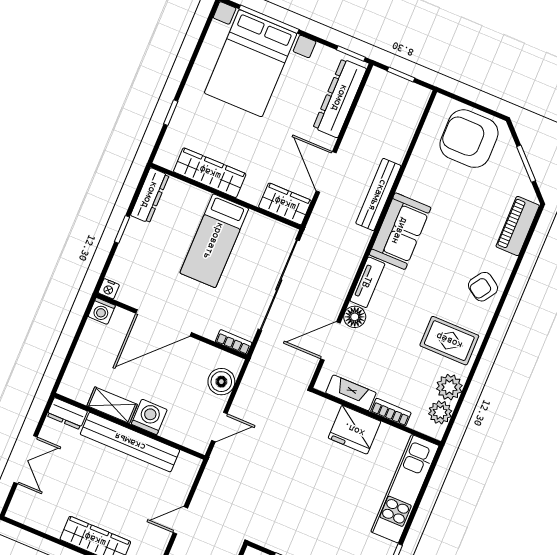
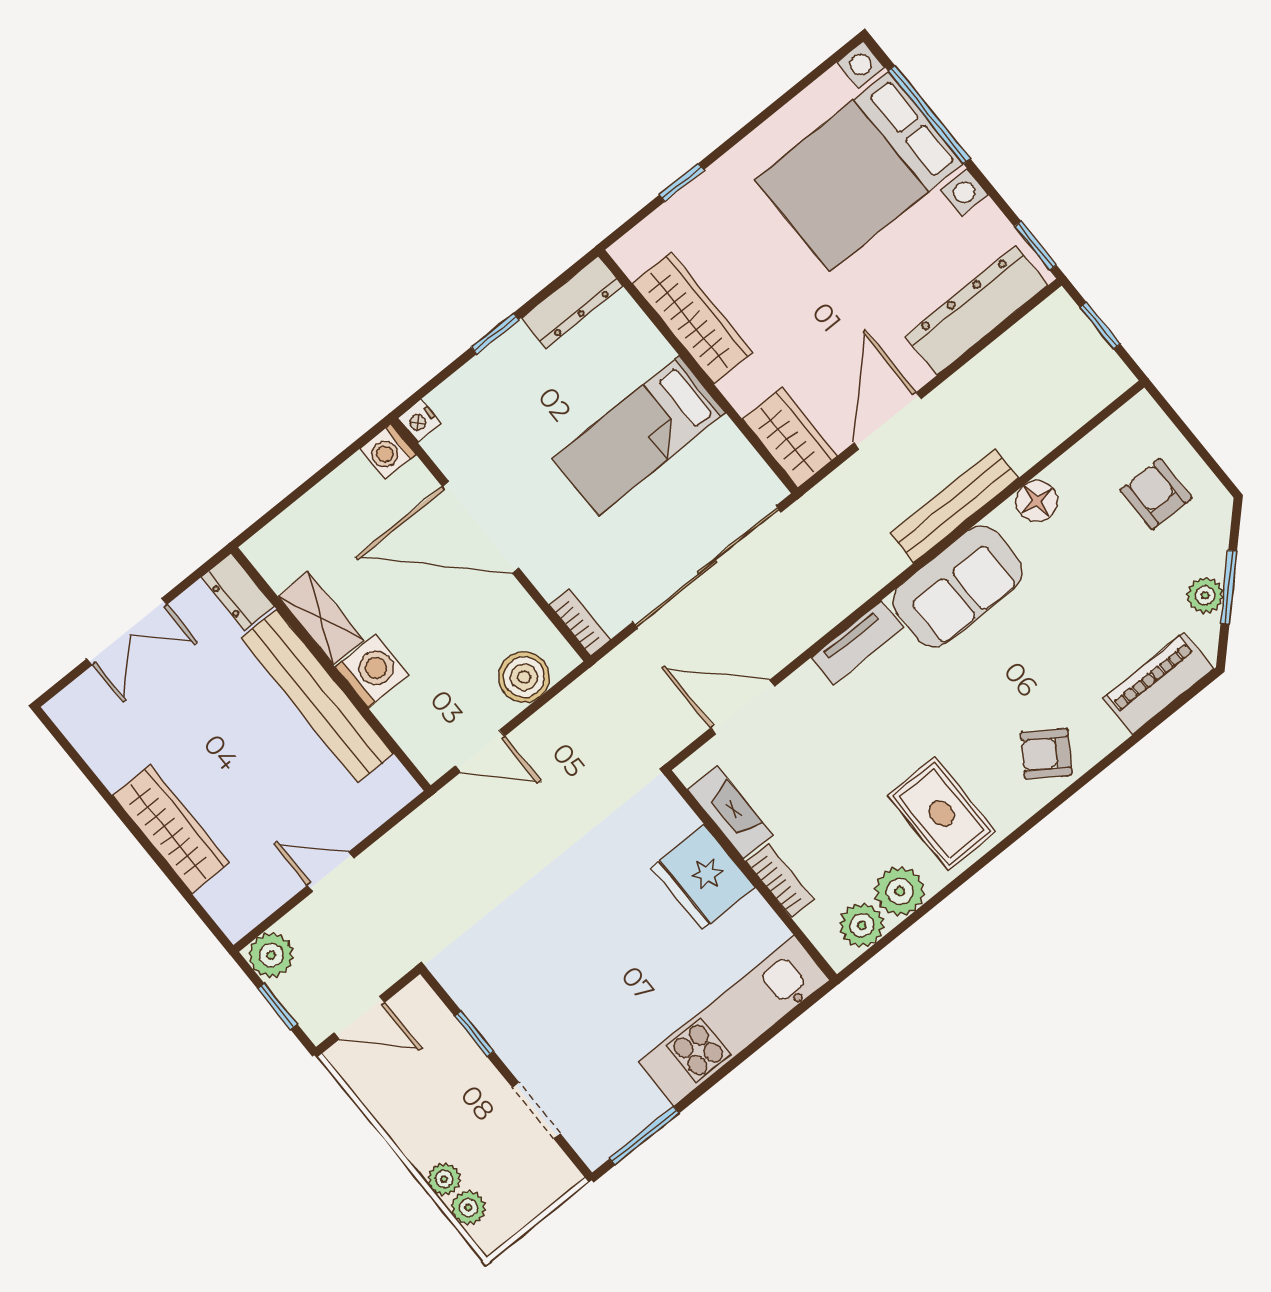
armchair: (469, 139) -> (1156, 494), width x0.53, depth x0.53
plant: (517, 173) -> (1205, 595), added
floor lamp: (355, 317) -> (1037, 501), moved

